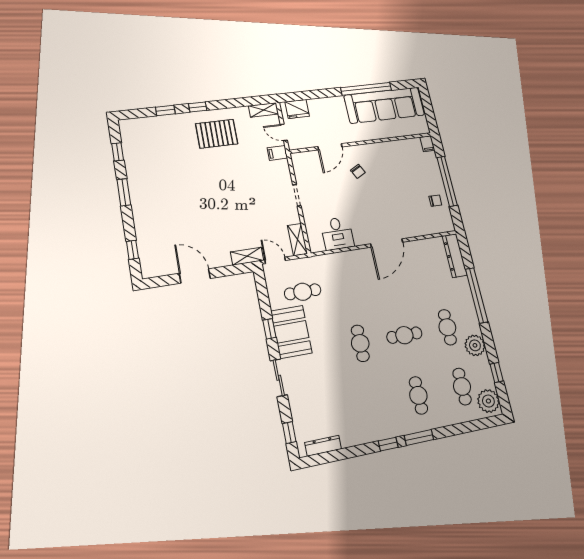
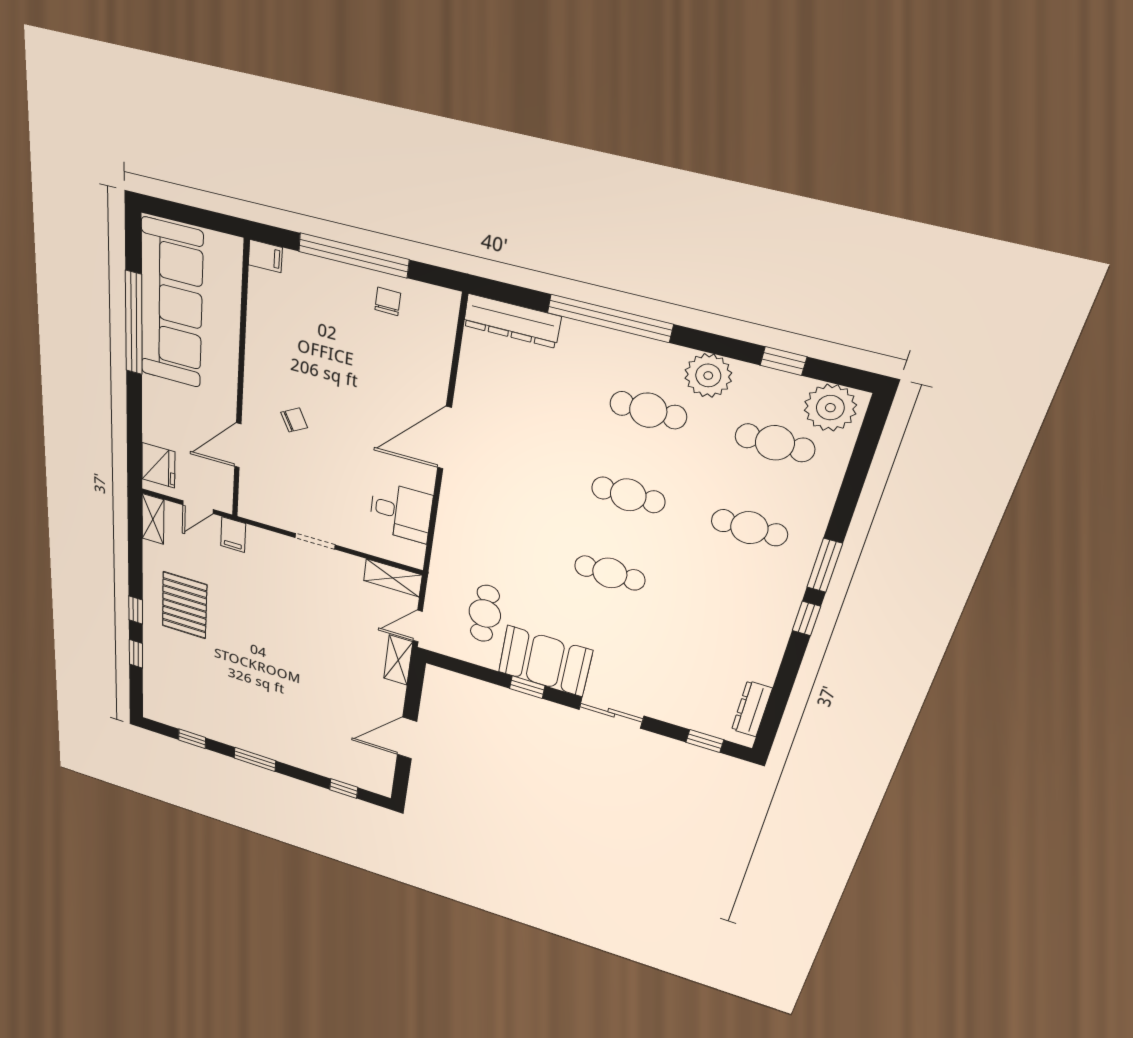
door: (330, 147) -> (238, 445), swing flipped
door: (387, 243) -> (445, 438), swing flipped
cafe table: (404, 335) -> (628, 495), turned 90

